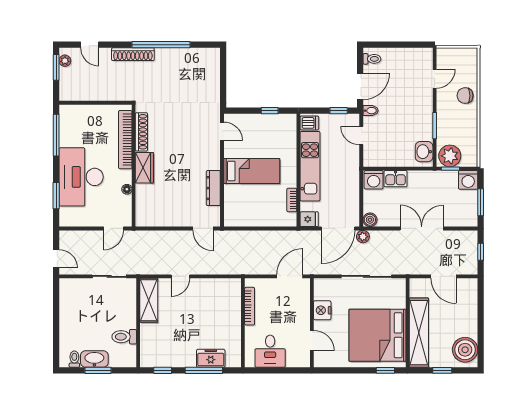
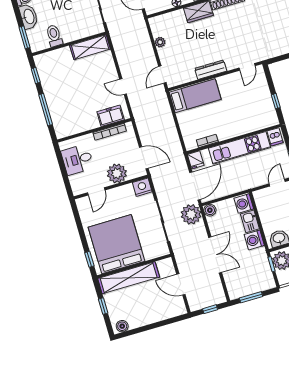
bed: (252, 171) -> (195, 96), moved, turned -90
washing machine: (468, 180) -> (254, 240), moved
dresser: (213, 188) -> (211, 70), moved
plant: (166, 221) -> (160, 42), added
door: (338, 228) -> (195, 186), swing flipped
plant: (363, 237) -> (191, 214), width x1.88, depth x1.88
door: (180, 276) -> (123, 87), moved
door: (443, 276) -> (181, 284), hinge flipped
nightstand: (322, 310) -> (142, 187), moved
plant: (299, 312) -> (117, 173), added
boiler: (465, 350) -> (122, 326), width x0.54, depth x0.54
freezer: (211, 358) -> (111, 116), moved, turned -90
window: (98, 370) -> (24, 37), moved

